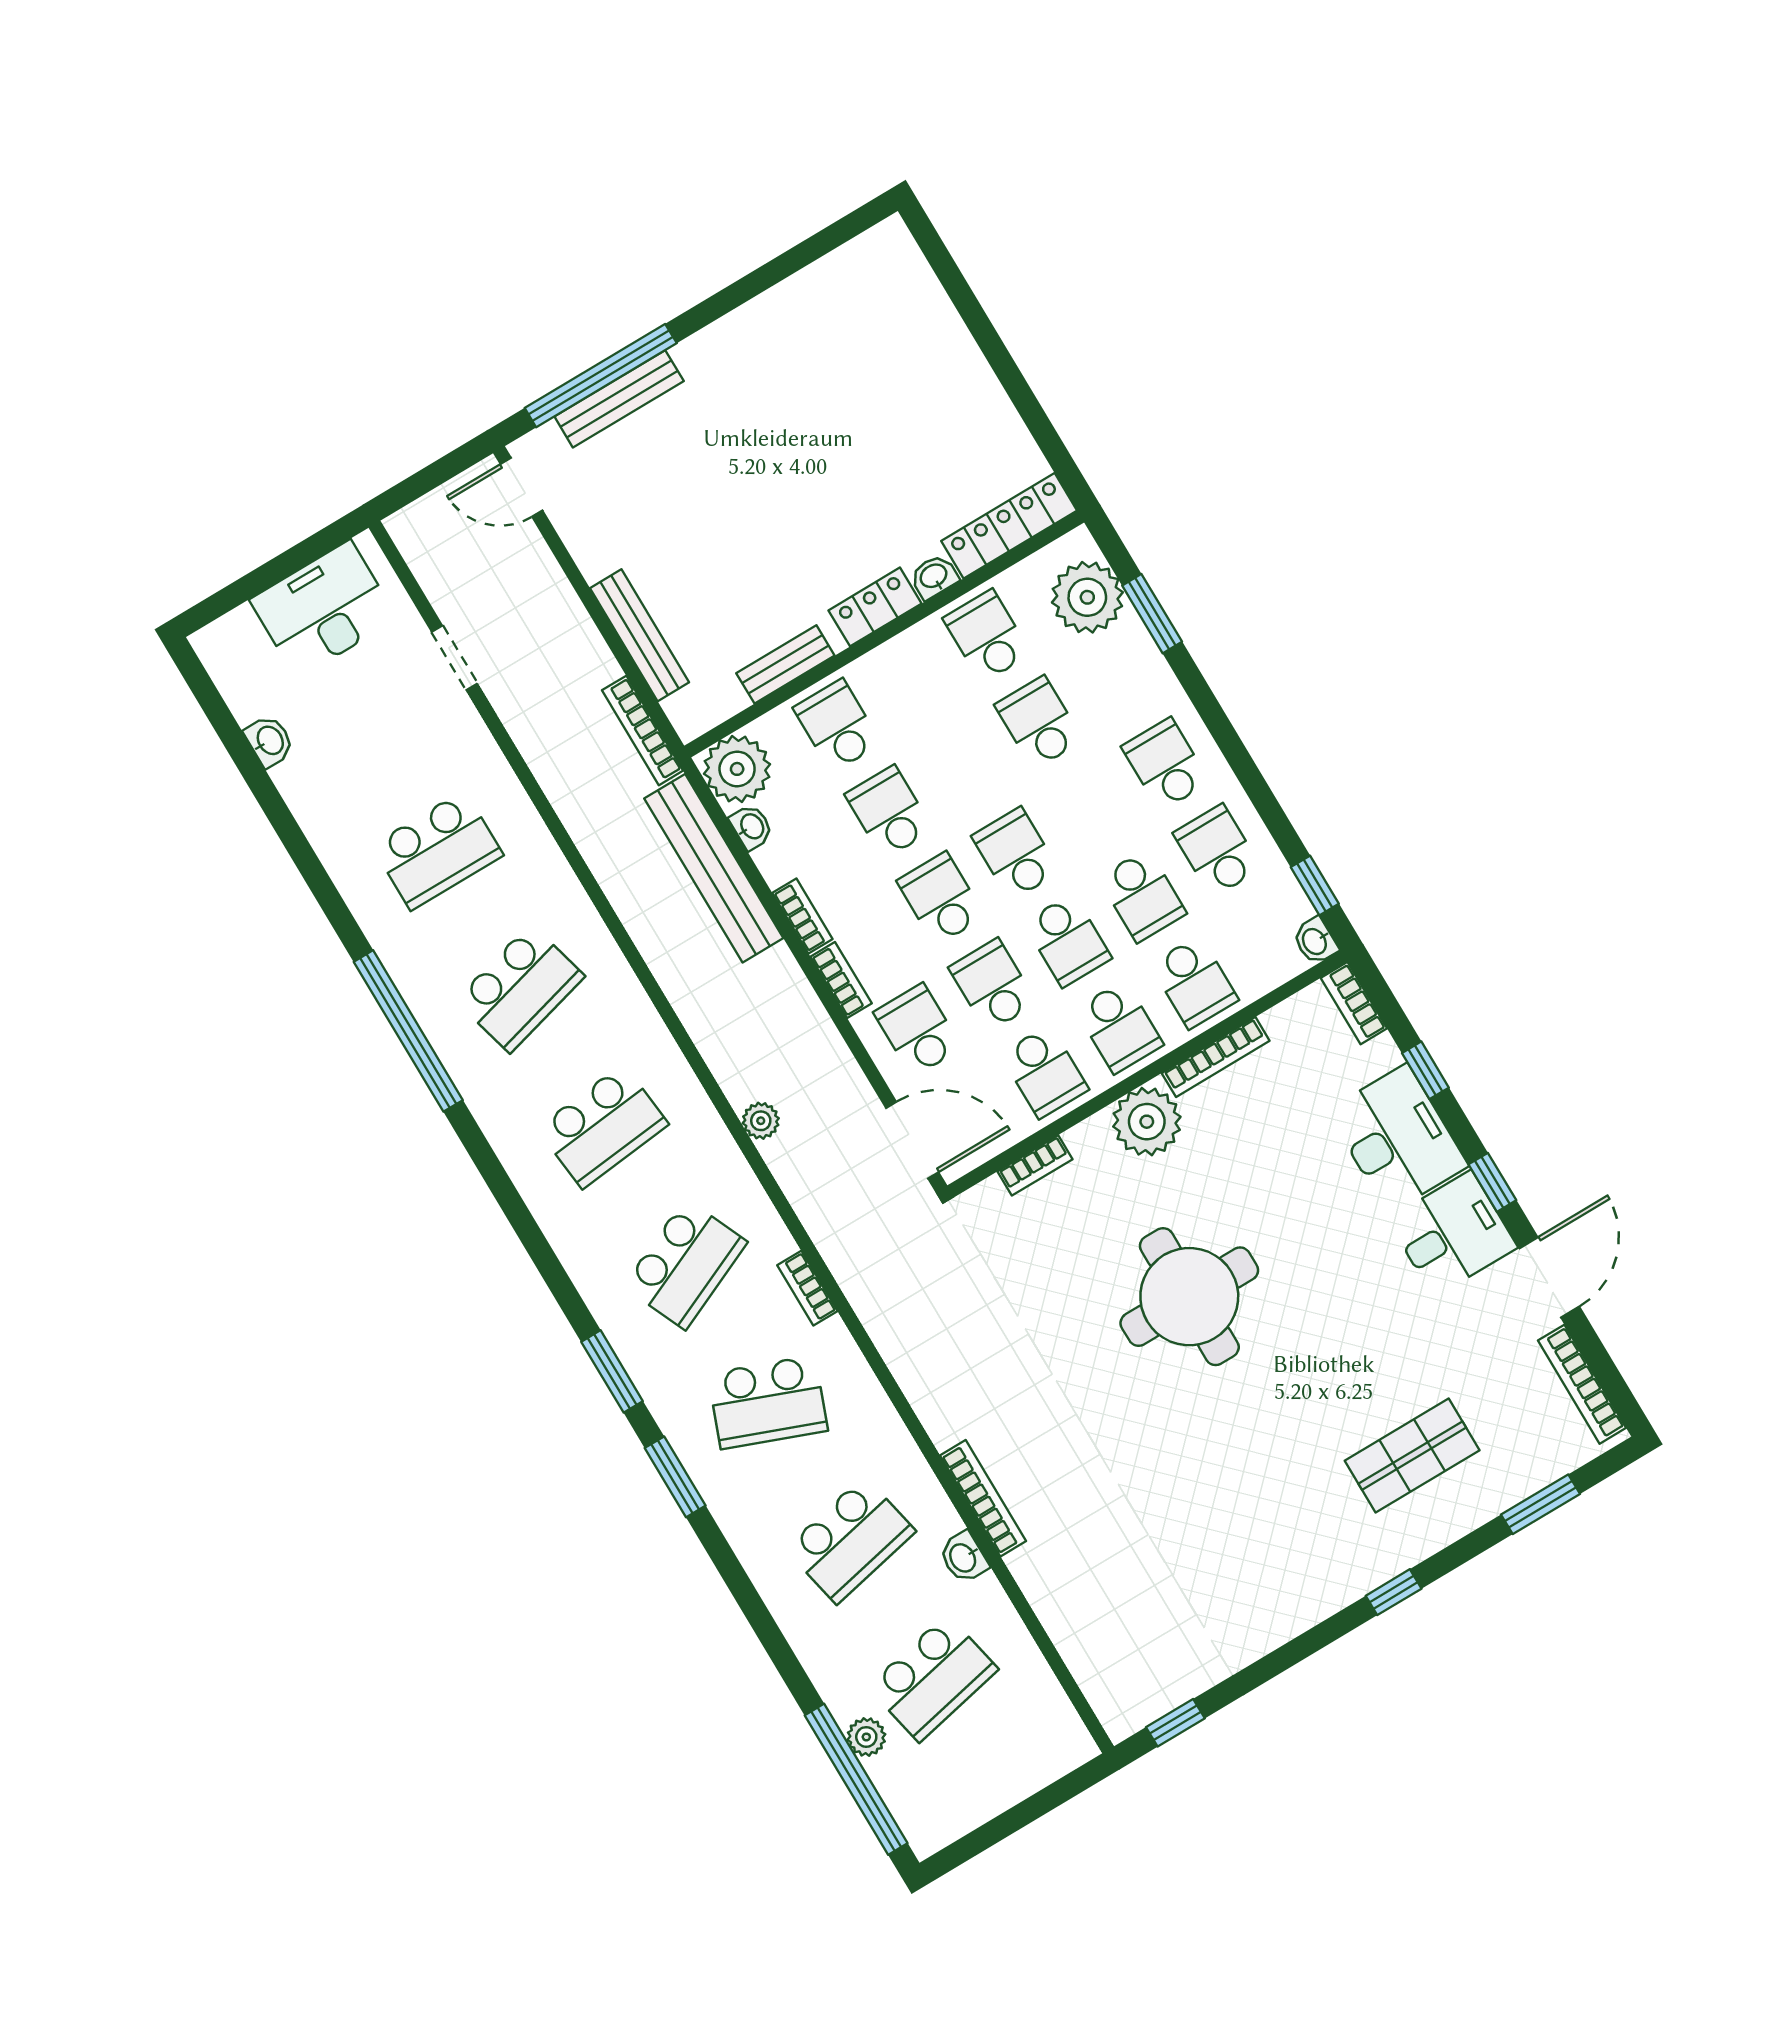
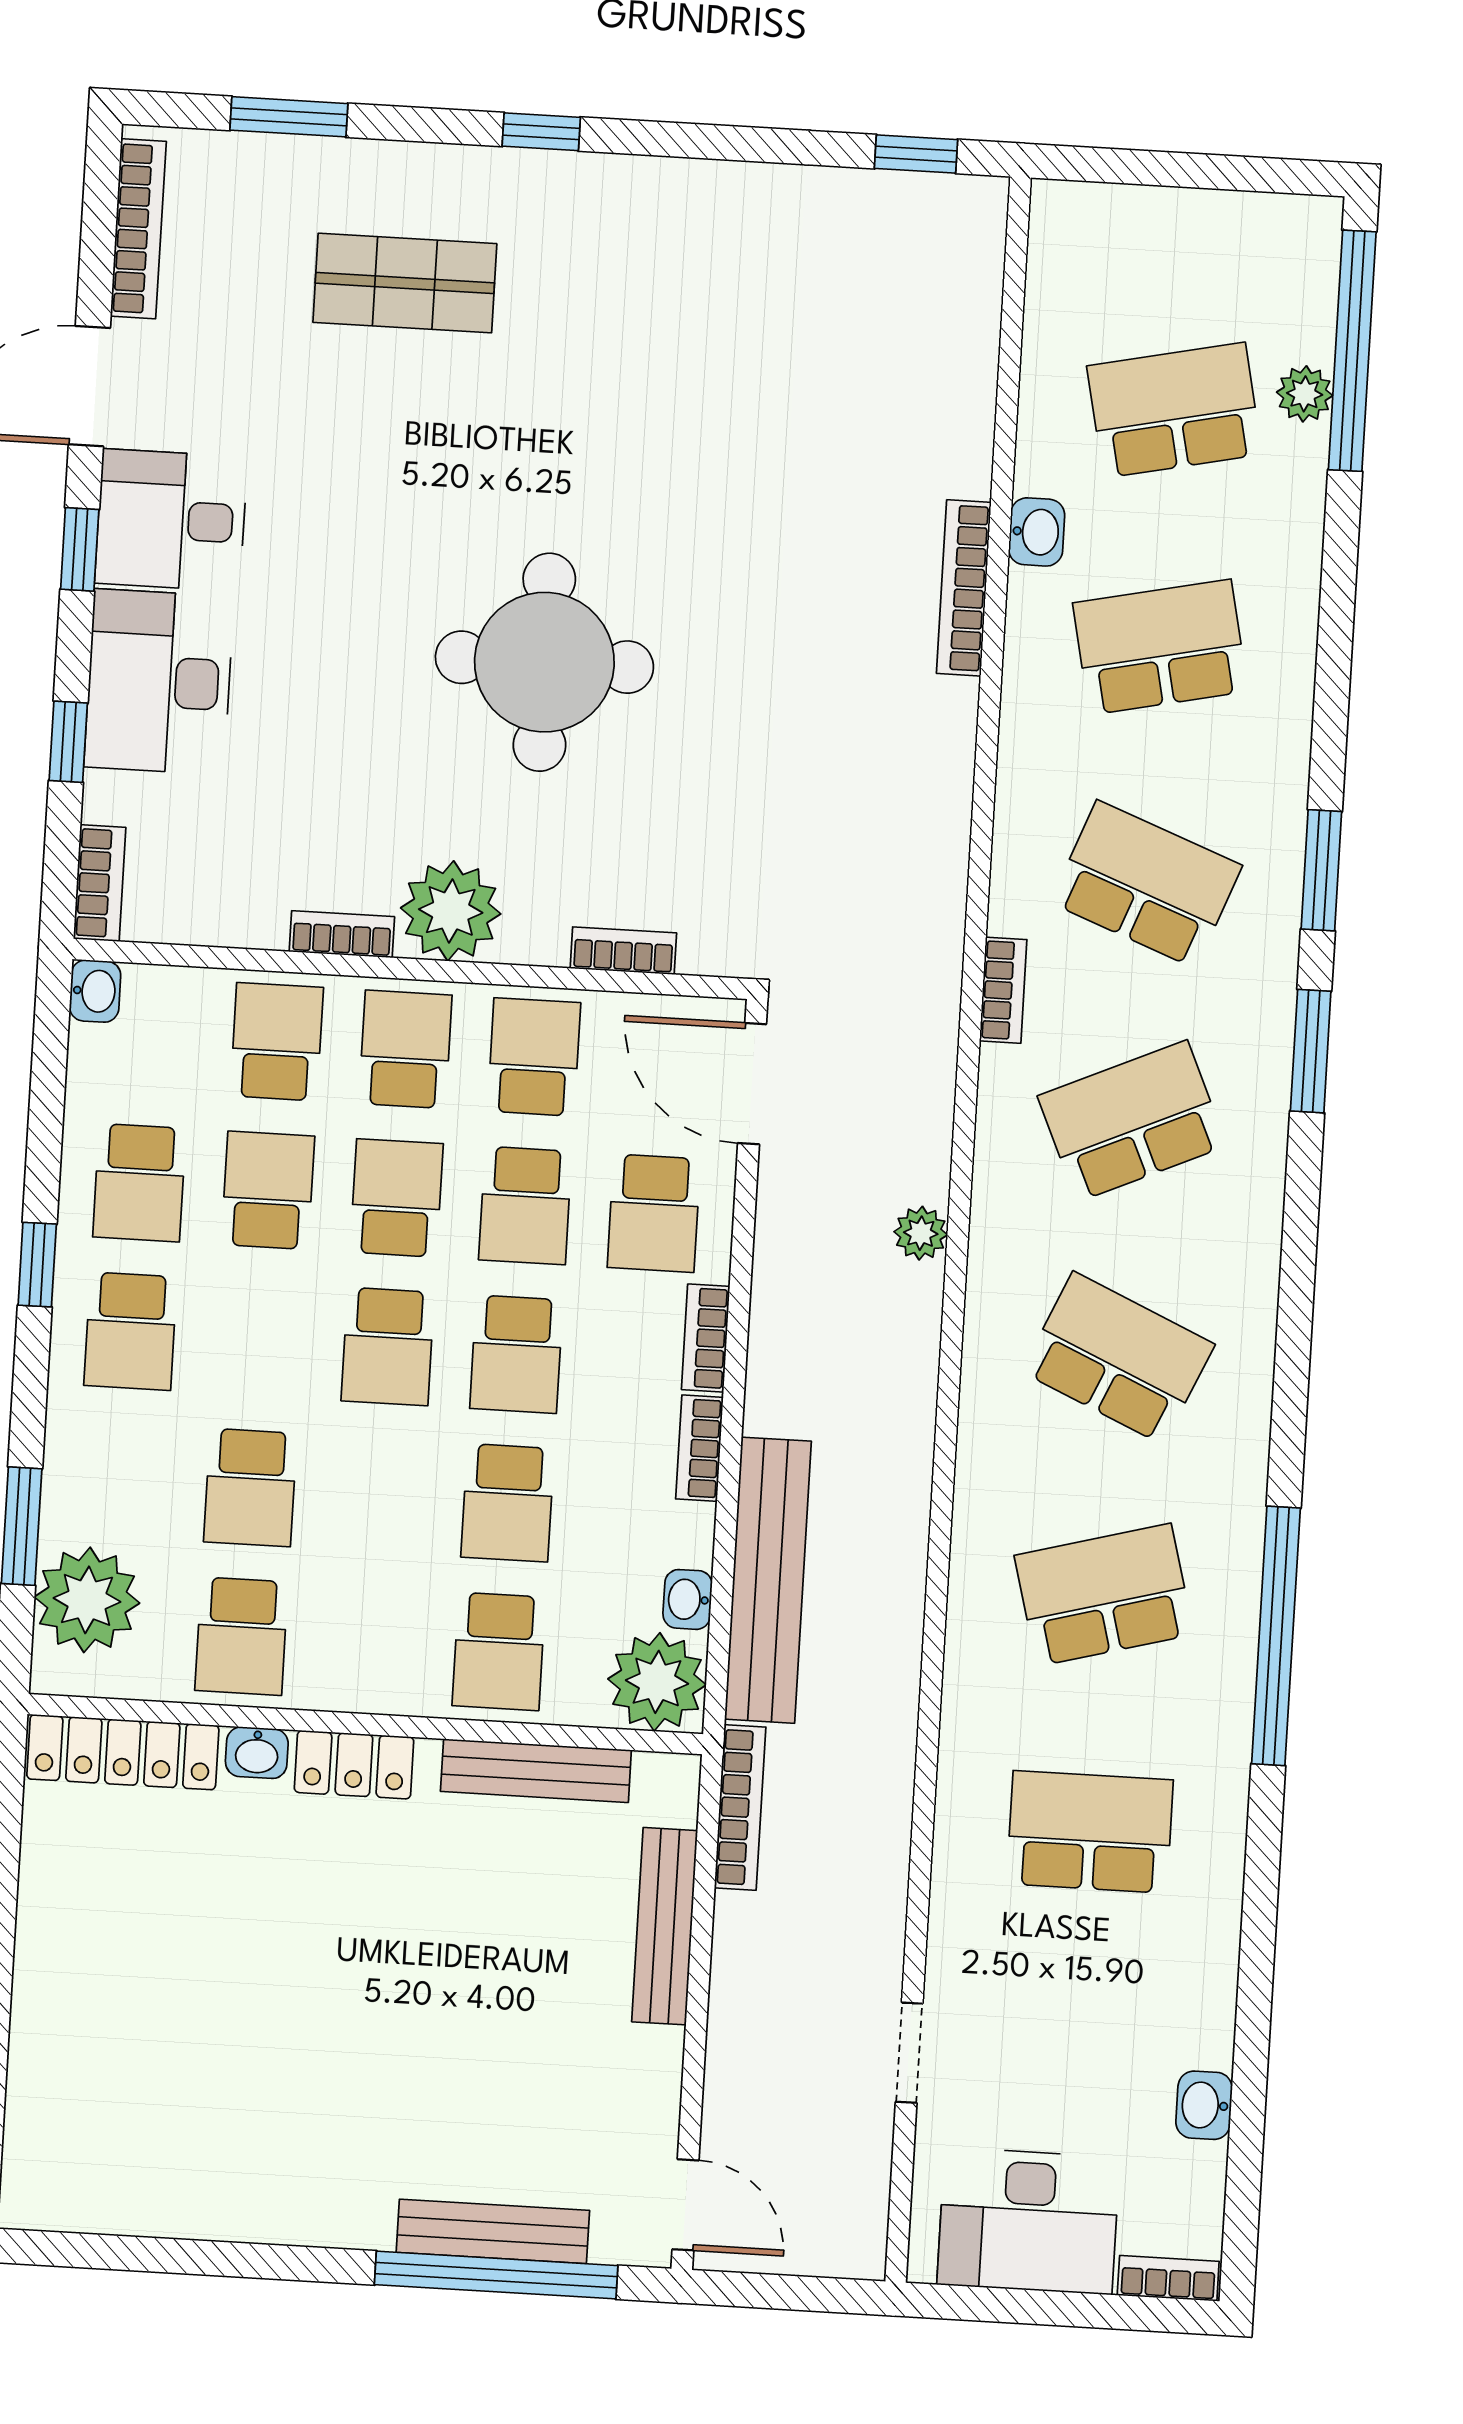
bookcase: (223, 630) -> (1168, 2278), added
bench: (785, 664) -> (536, 1771), width x1.36
window: (1315, 885) -> (37, 1265), moved
bookcase: (1216, 1057) -> (342, 934), width x0.64
school desk: (603, 1126) -> (1118, 1358), turned 30

